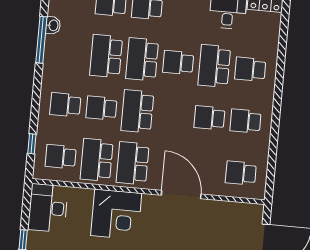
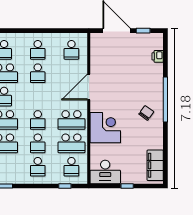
school desk: (137, 111) -> (38, 120), width x0.54

